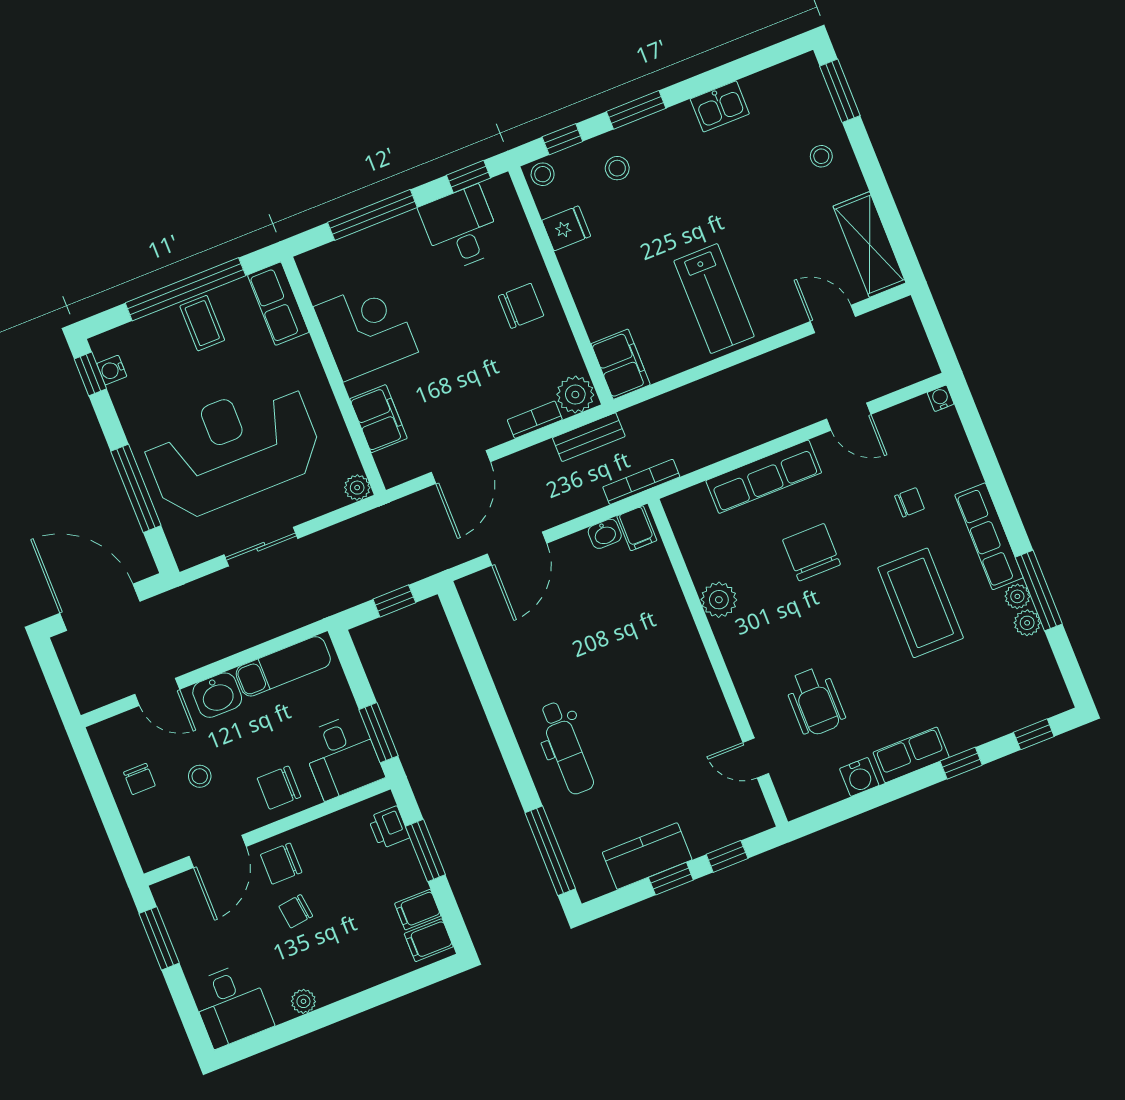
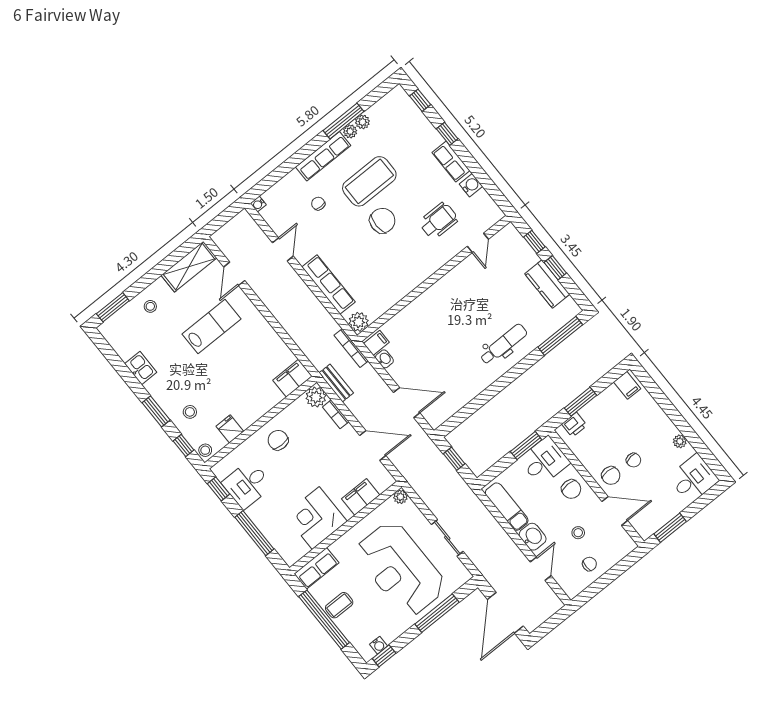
lab bench: (714, 299) -> (211, 326), moved
chair: (812, 552) -> (382, 221), moved, turned 180
plant: (719, 600) -> (359, 322), moved
filing cabinet: (418, 910) -> (613, 396), removed

